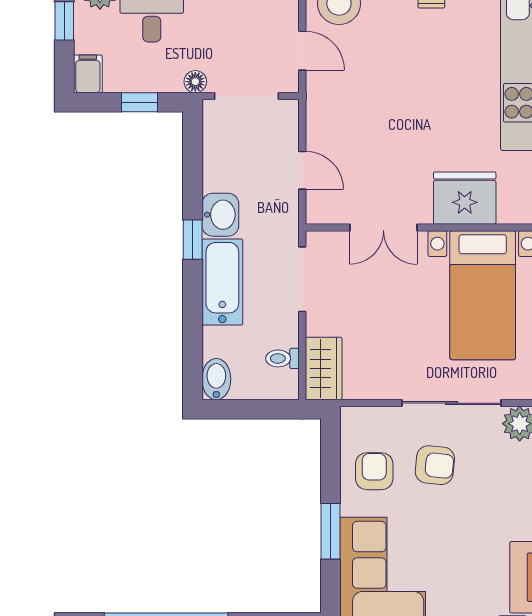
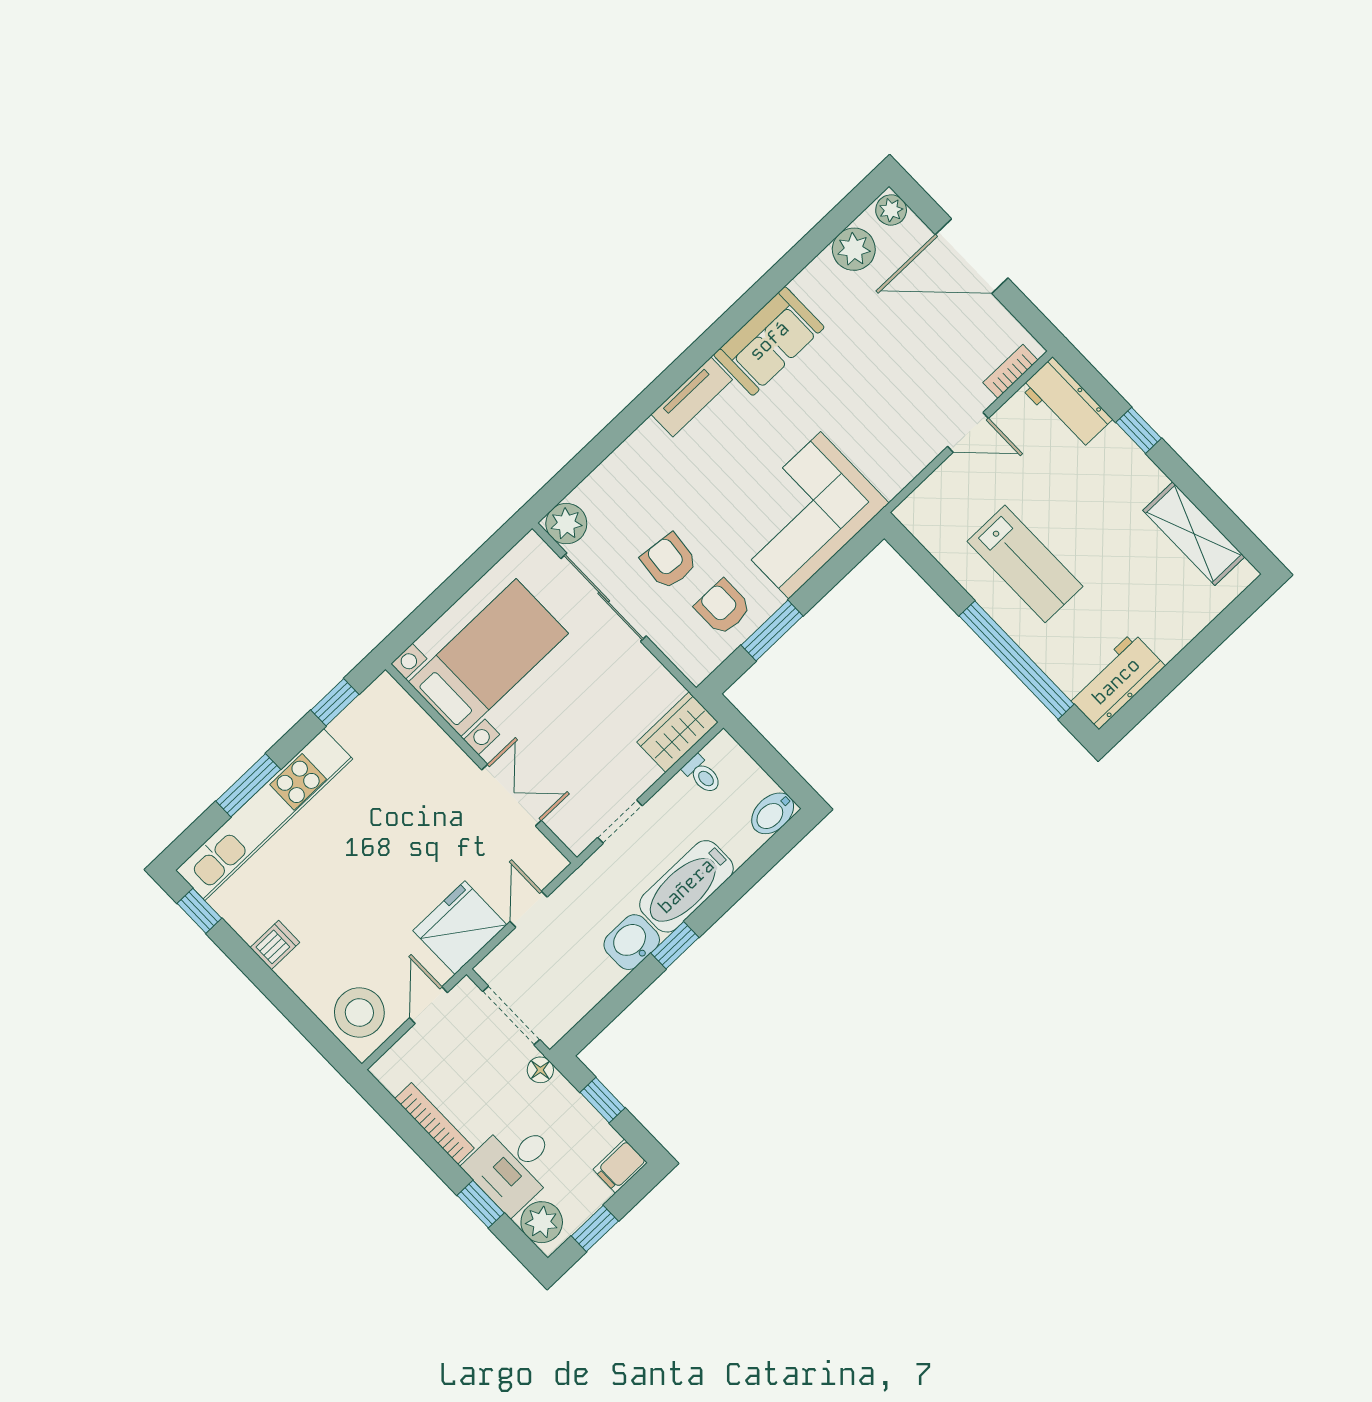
fridge: (465, 198) -> (460, 928), moved, turned 90
doorway: (302, 279) -> (620, 822), width x0.73
armchair: (374, 471) -> (723, 607), turned 90
window: (330, 531) -> (772, 630), moved

